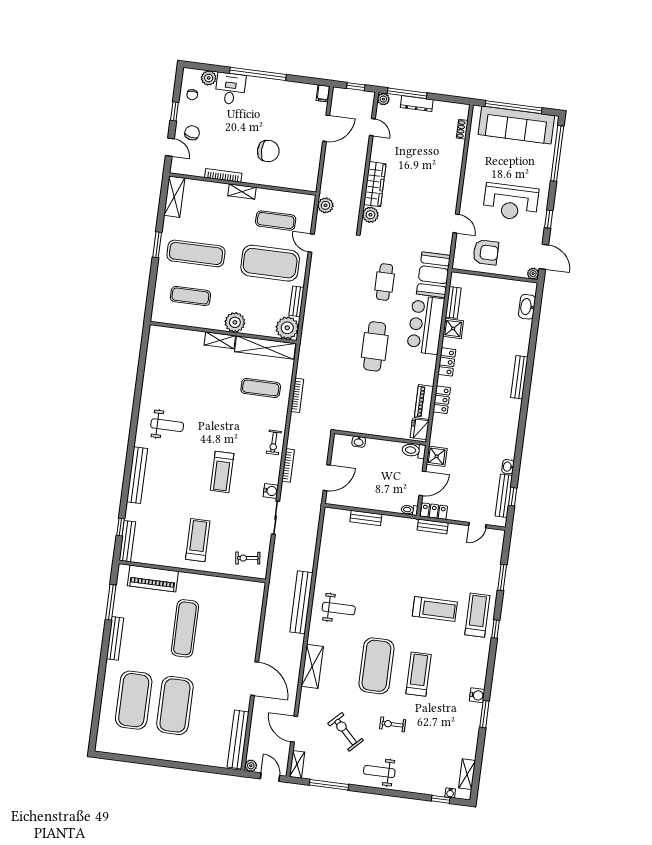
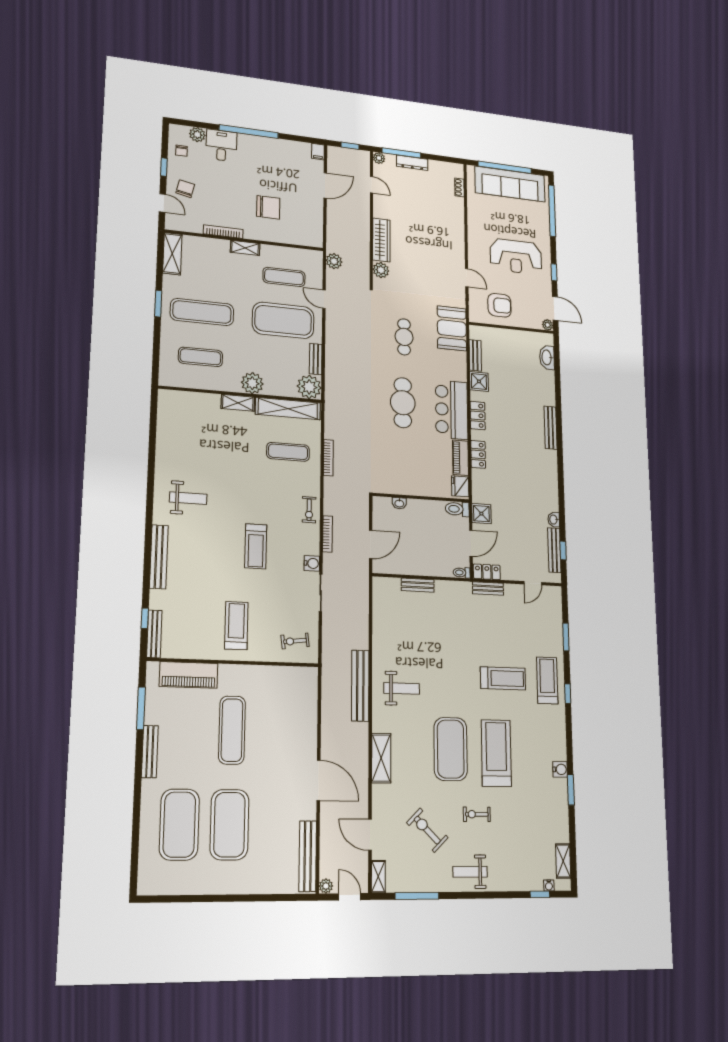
bar counter: (426, 325) -> (452, 410), moved
treadmill: (419, 674) -> (496, 753), width x1.37, depth x1.38

